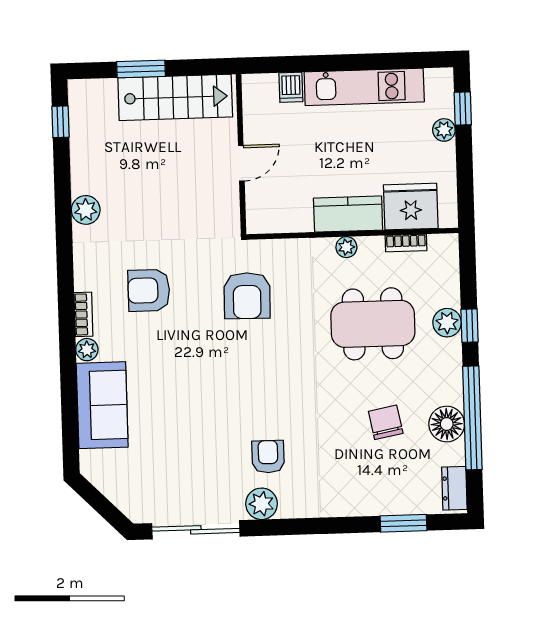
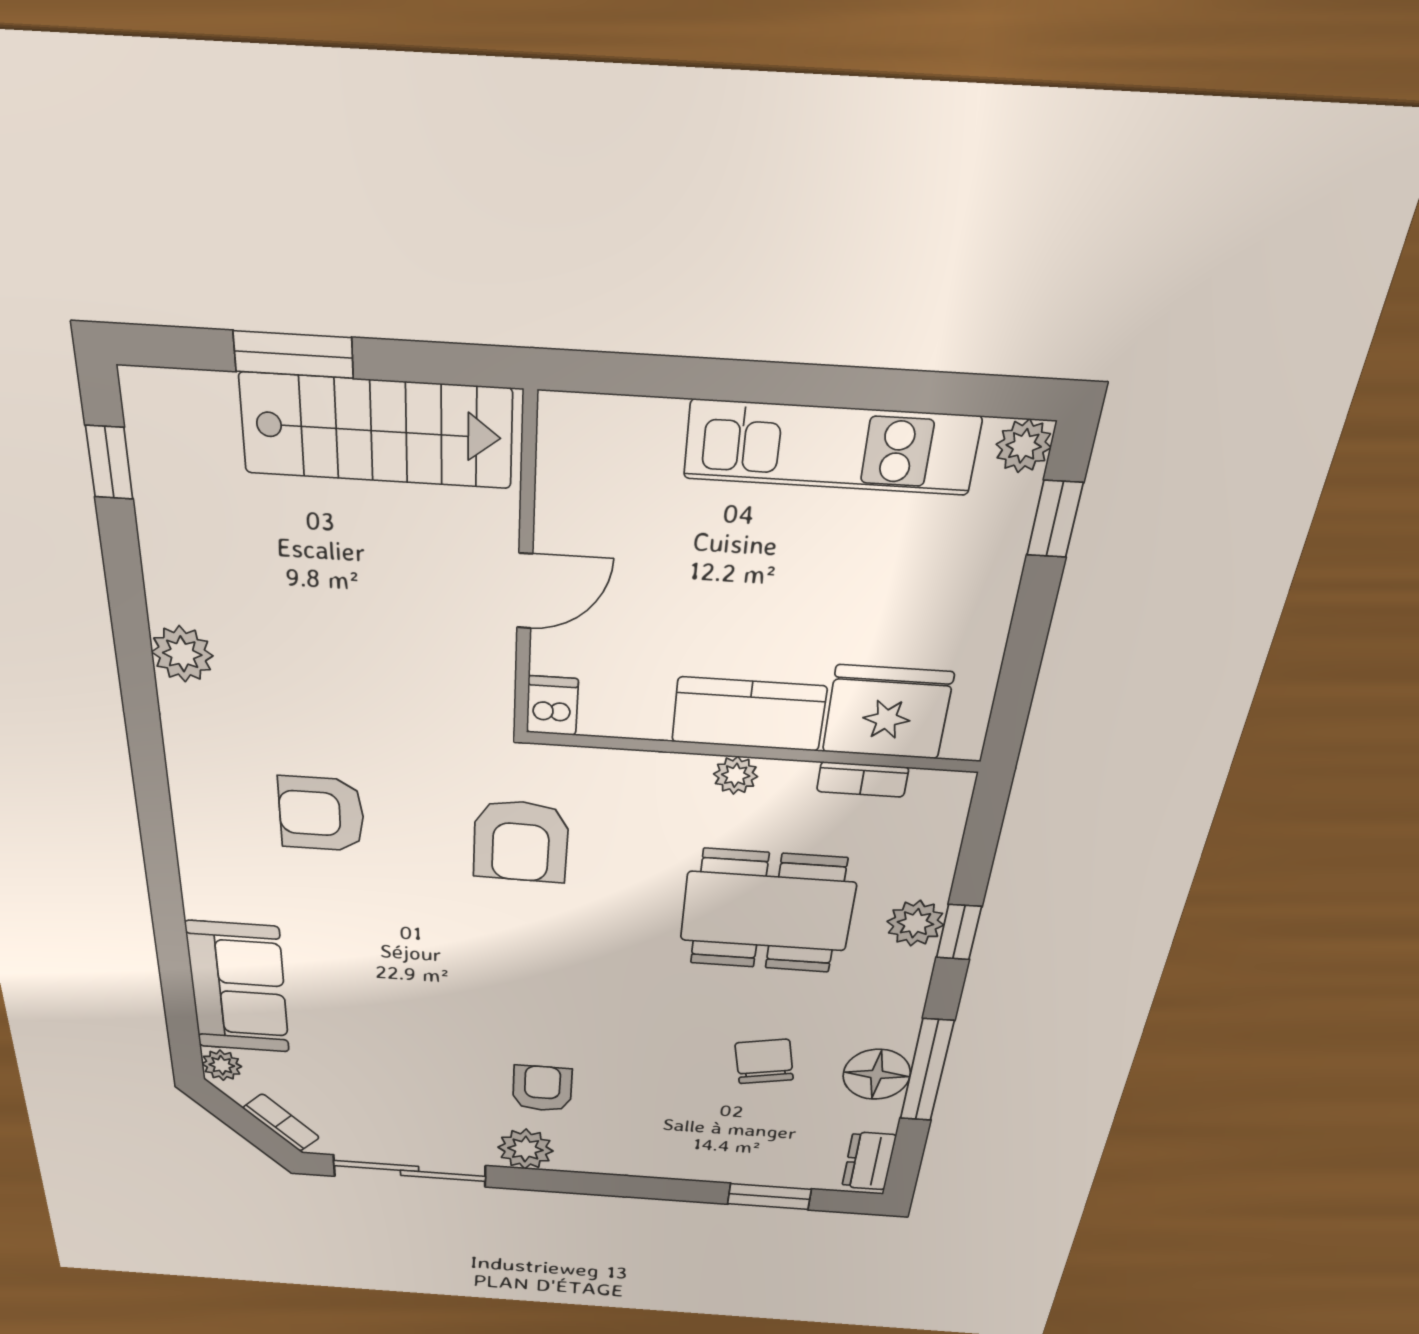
dishwasher: (291, 87) -> (552, 706), moved, turned 180
plant: (444, 130) -> (1024, 446), moved
bookcase: (83, 314) -> (281, 1123), moved, turned -45
plant: (87, 350) -> (222, 1065), moved
window: (472, 418) -> (927, 1070), width x0.68

